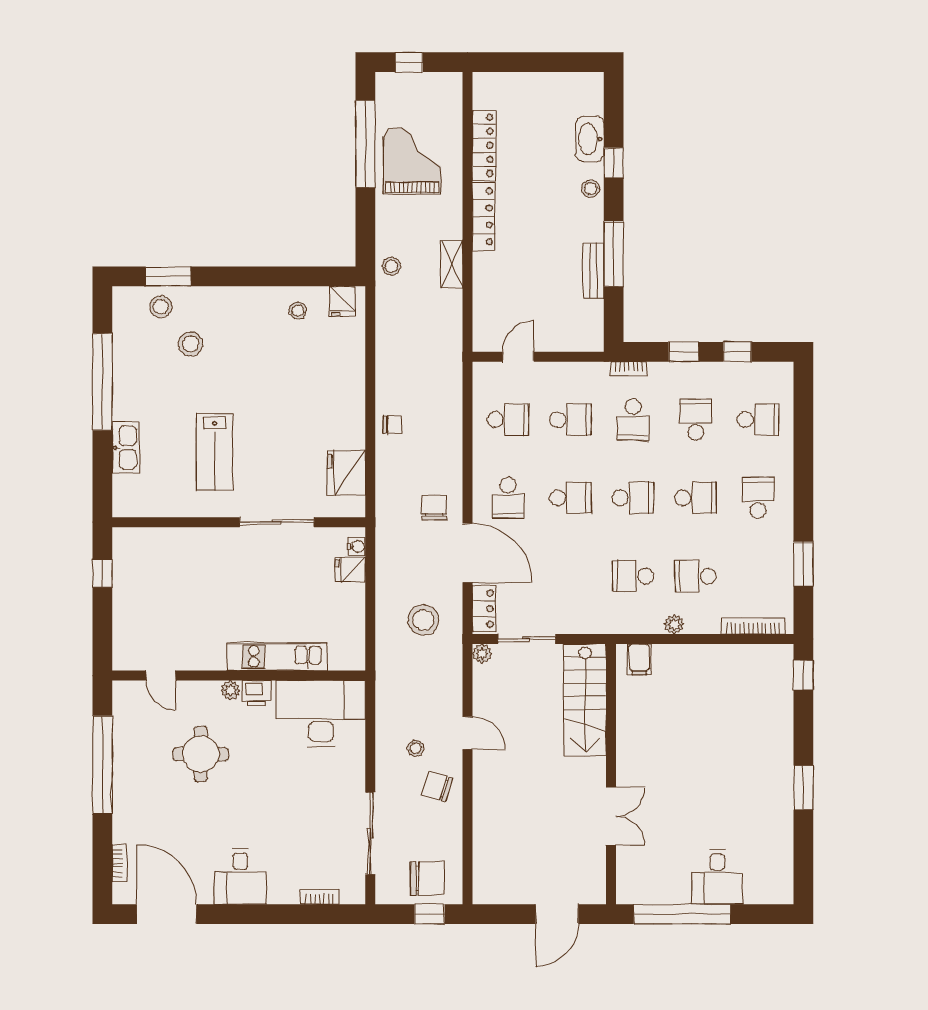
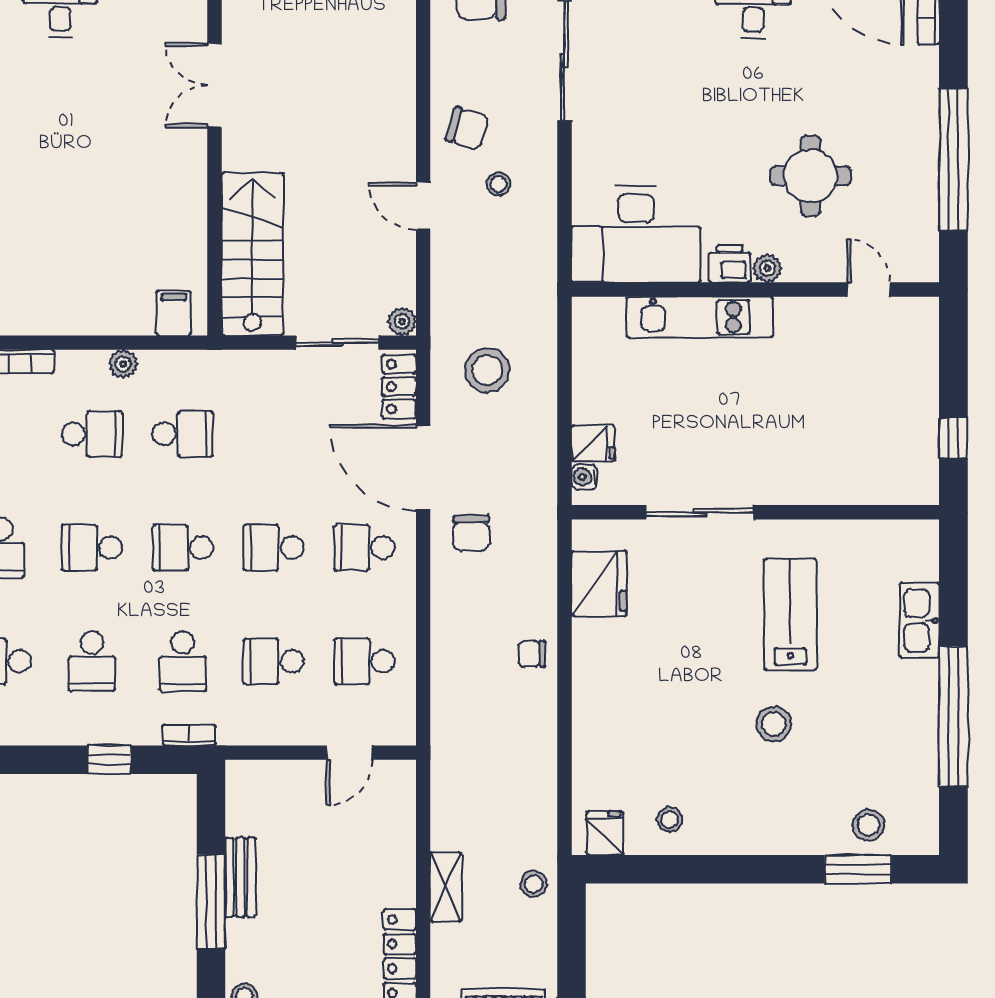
stool: (191, 344) -> (774, 724), moved
window: (737, 352) -> (31, 760), removed
school desk: (633, 420) -> (183, 661), turned 180
school desk: (508, 498) -> (364, 548), turned -90

